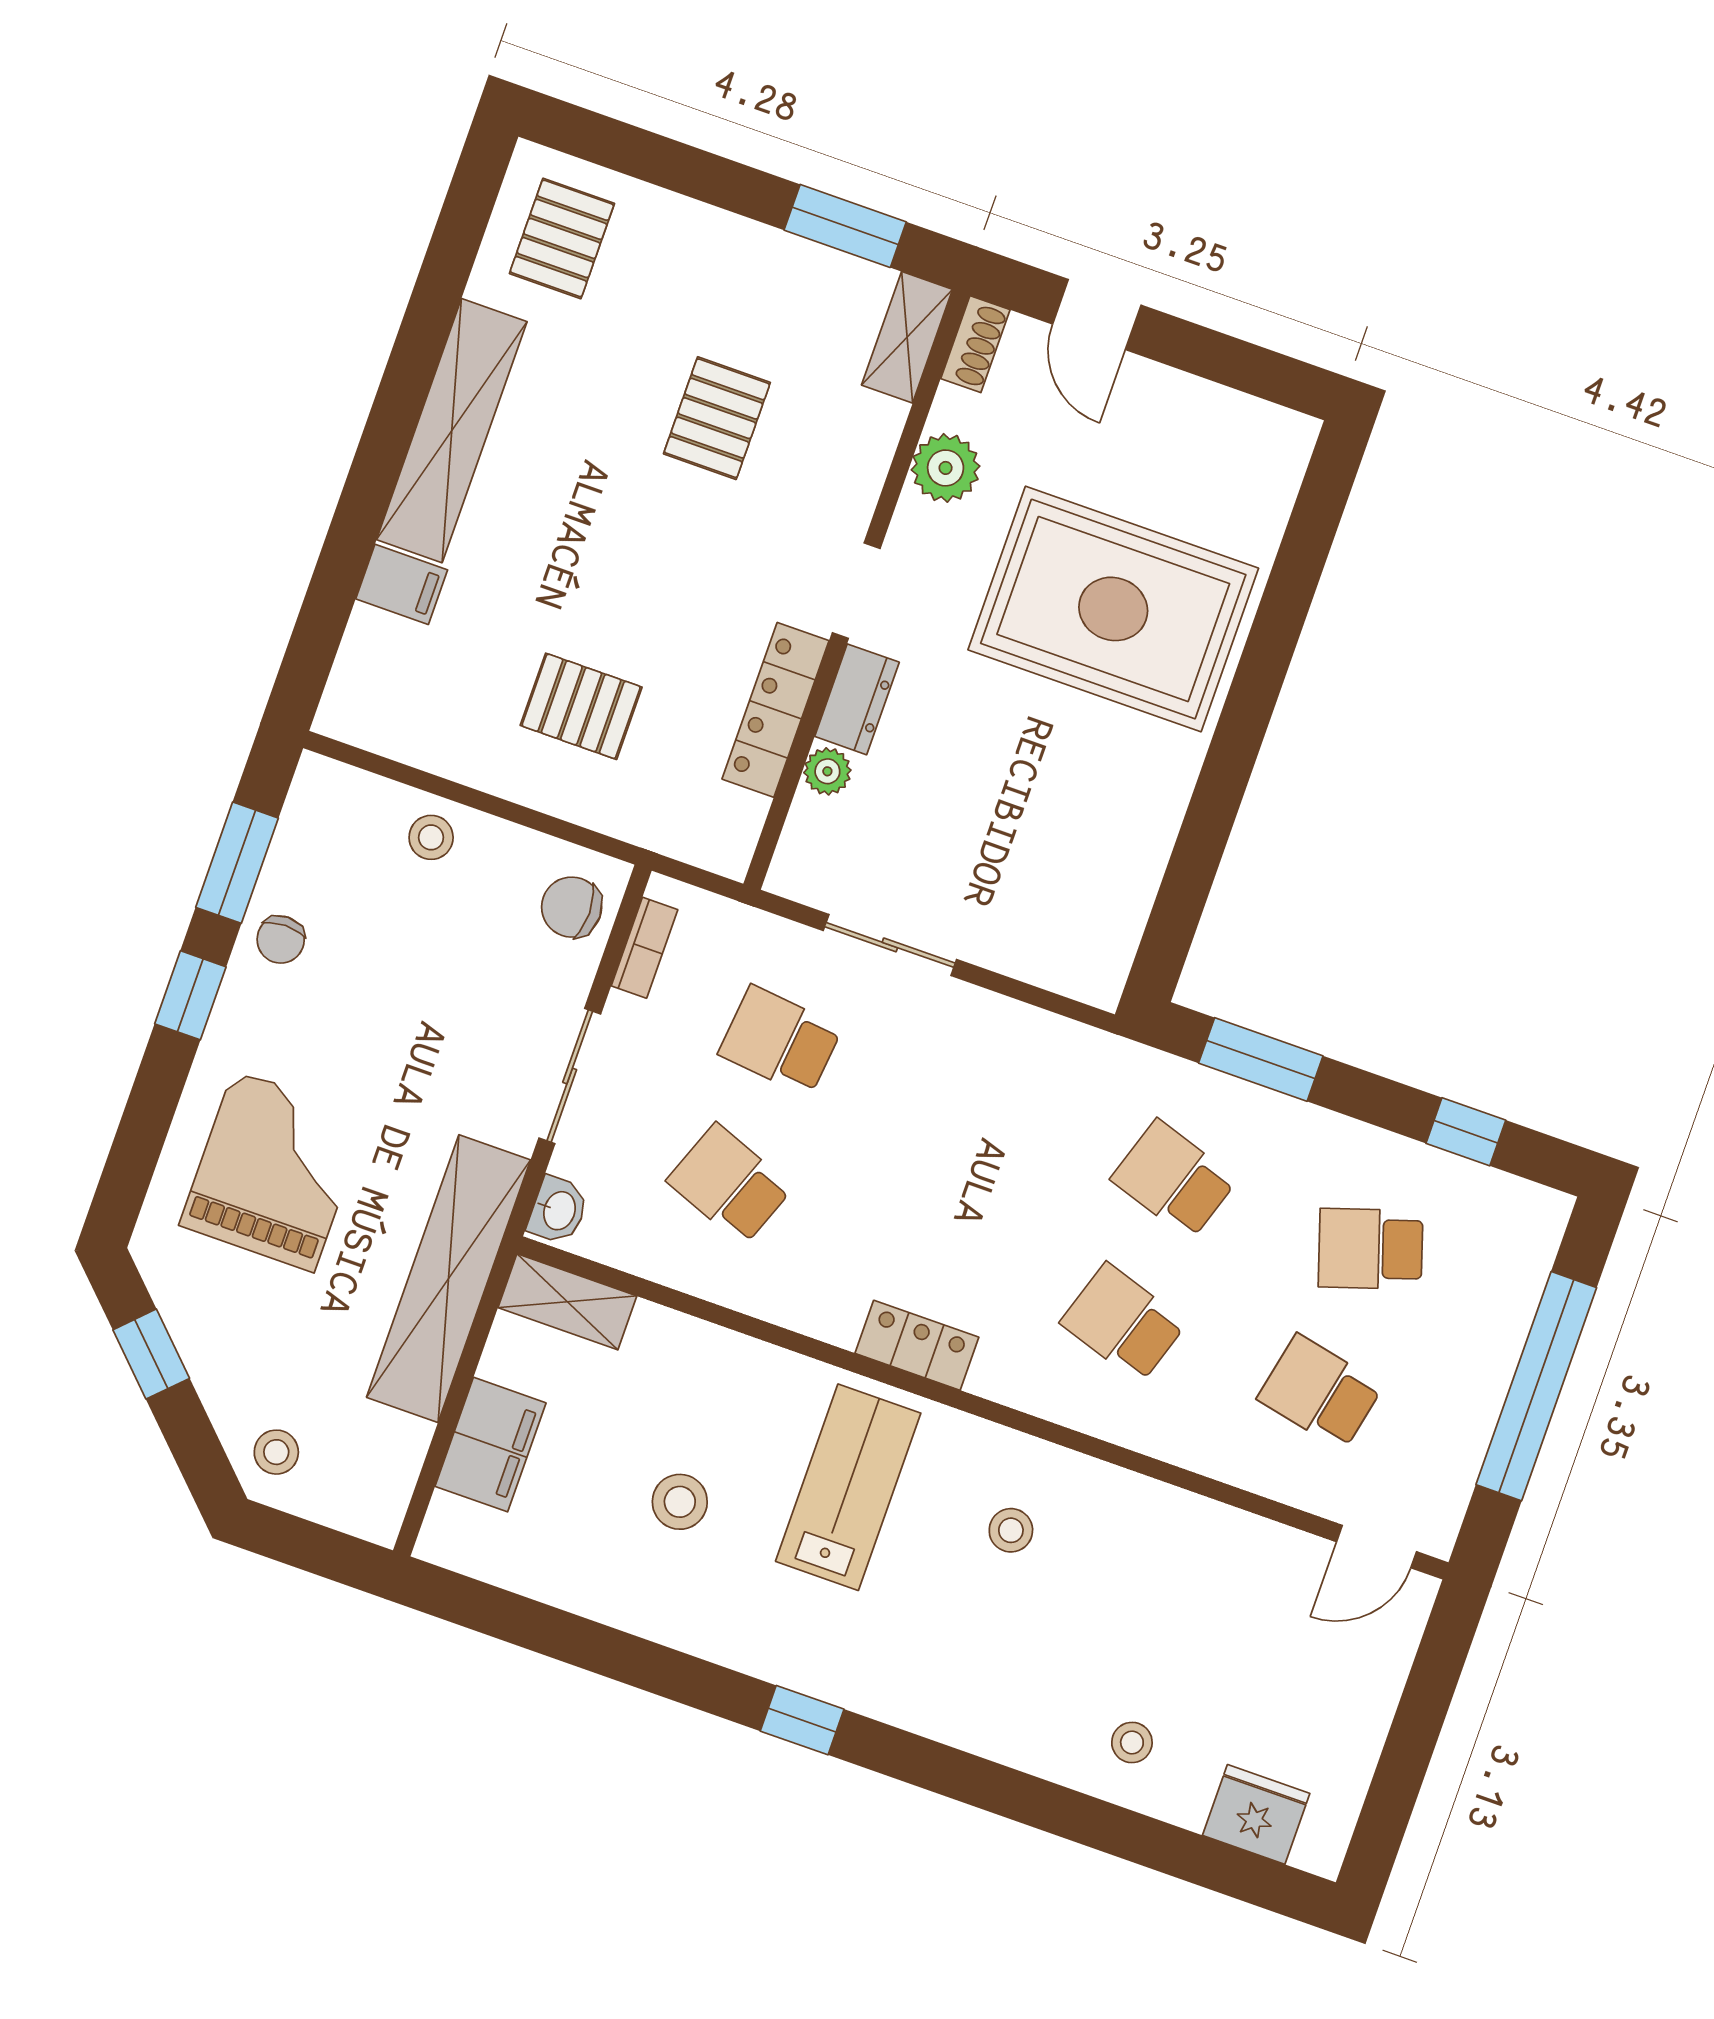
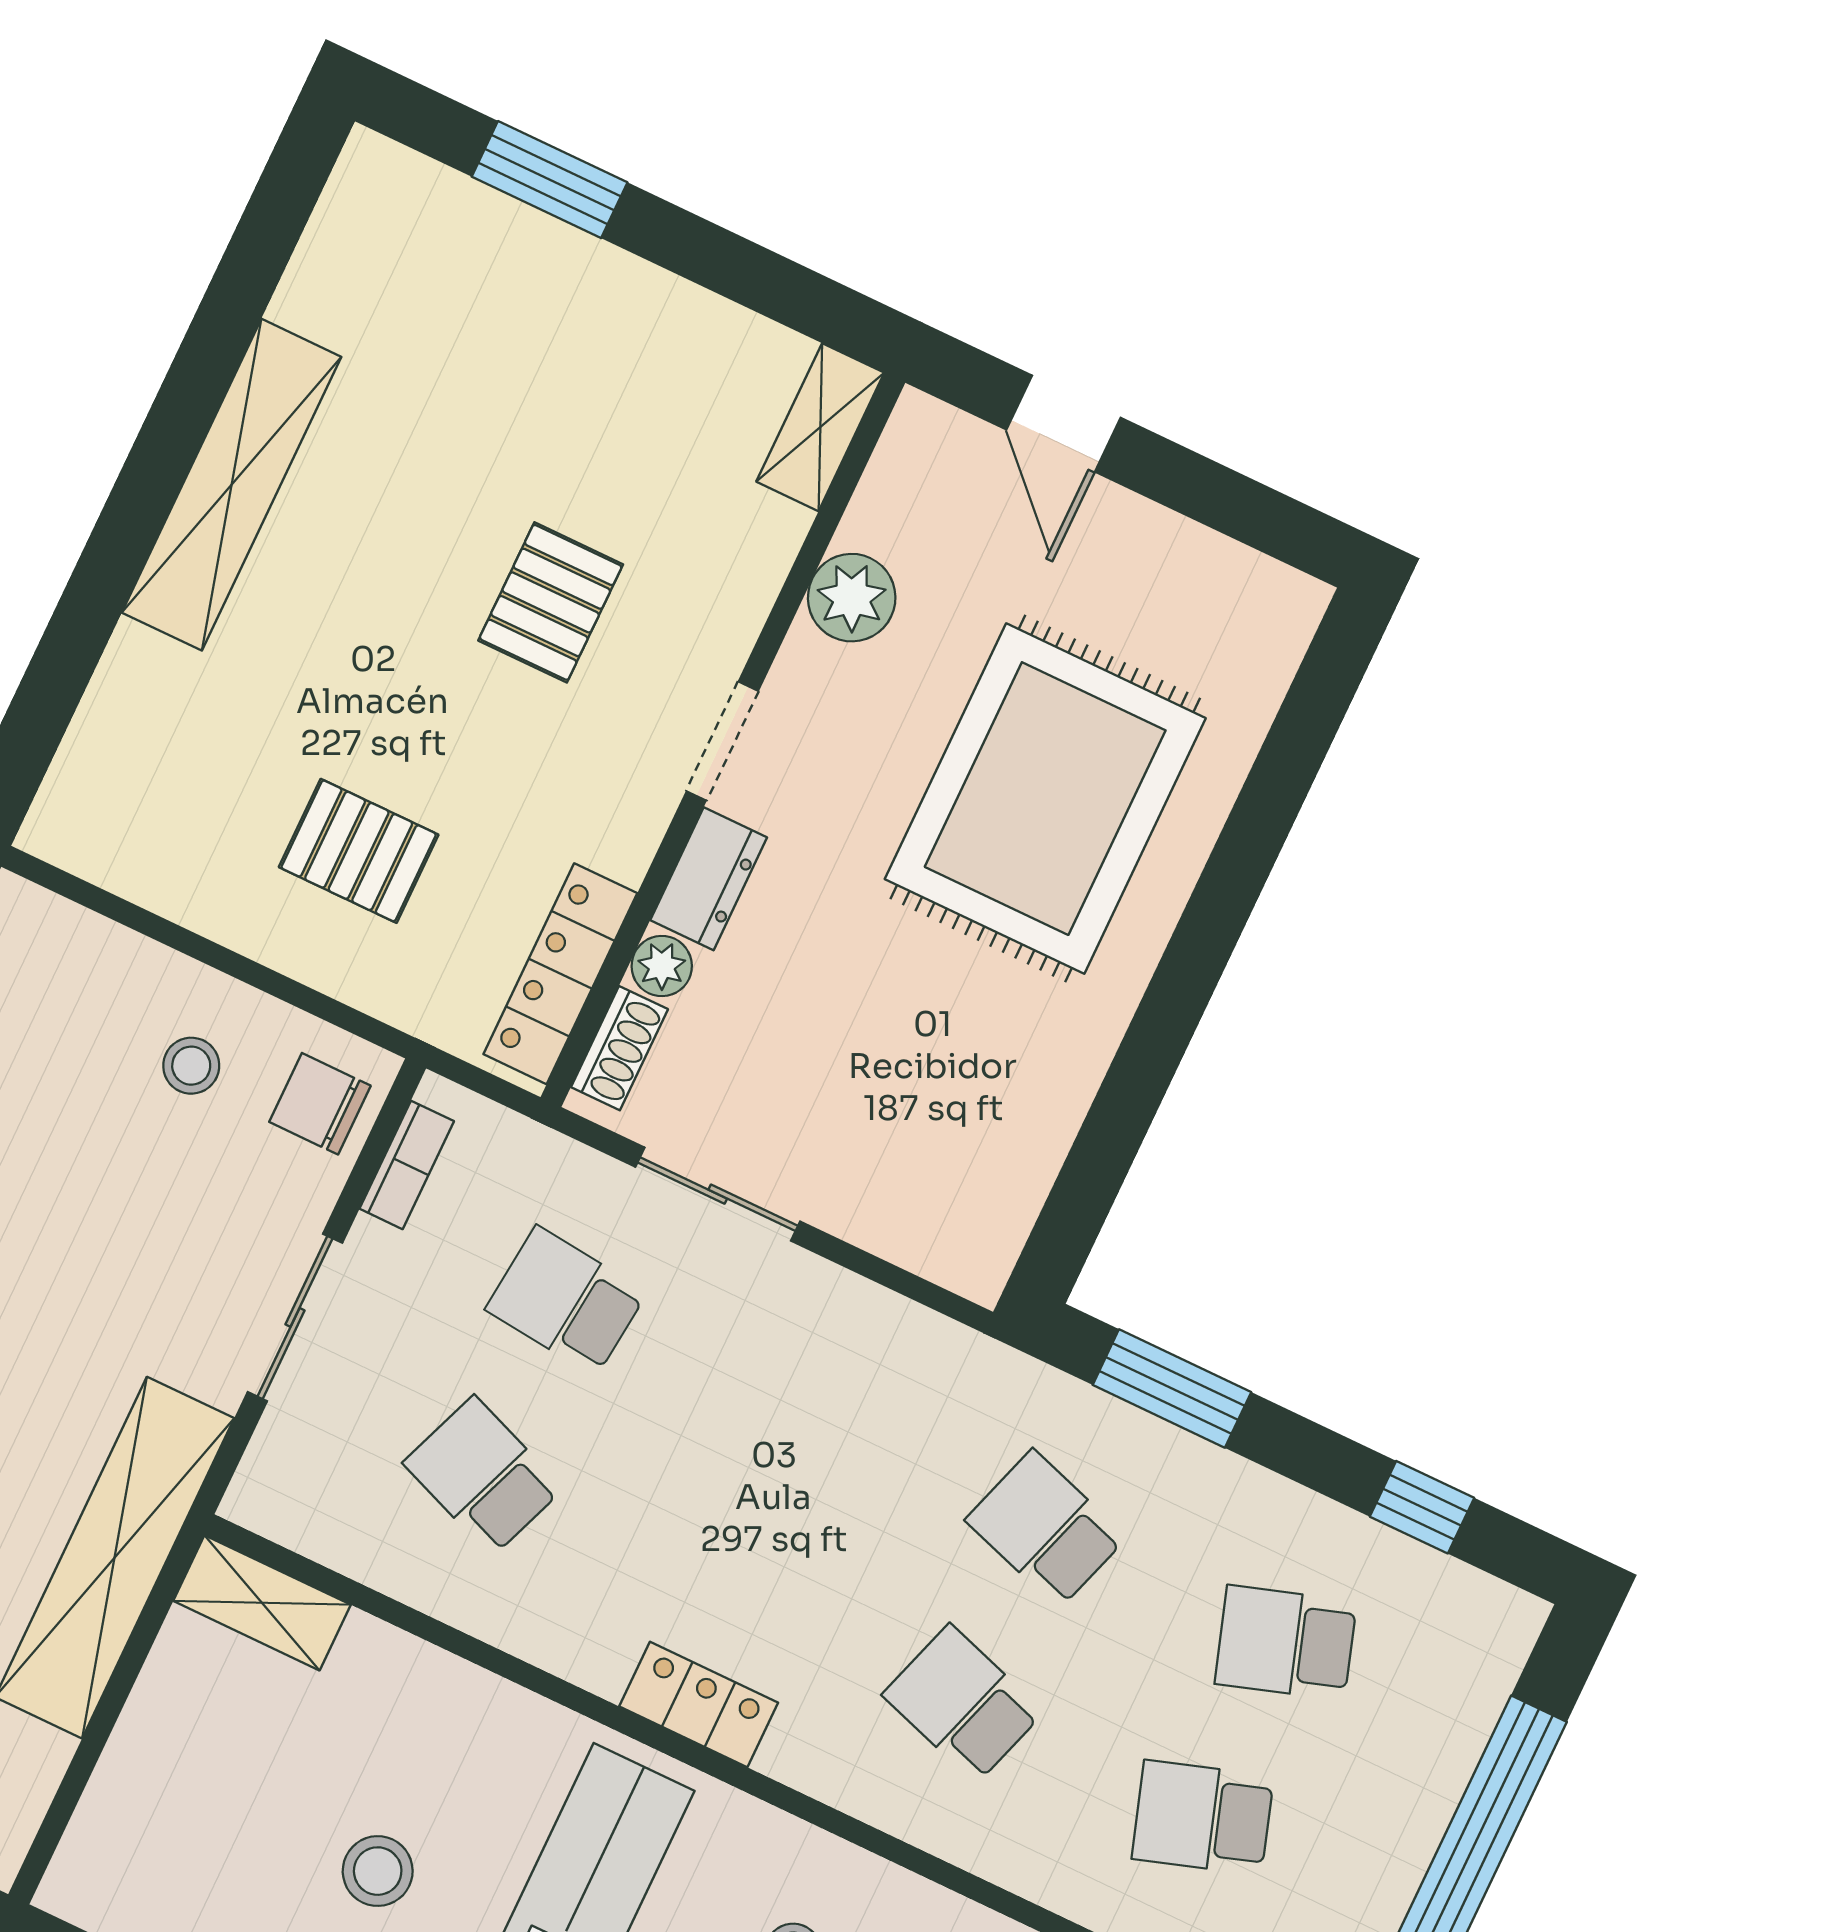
window: (845, 226) -> (550, 180), moved
pallet: (562, 238) -> (397, 256), removed
shoe rack: (975, 344) -> (619, 1048), moved
pallet: (717, 418) -> (551, 602), moved
filing cabinet: (402, 584) -> (148, 673), removed
rug: (1113, 609) -> (1045, 799), turned 90
locker: (775, 710) -> (560, 974), moved
stool: (431, 837) -> (191, 1066), moved
washbasin: (558, 1210) -> (262, 1486), removed
school desk: (1320, 1392) -> (1203, 1818), turned -30
filing cabinet: (490, 1445) -> (146, 1773), removed

